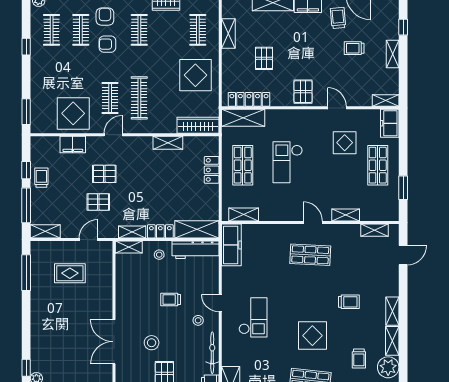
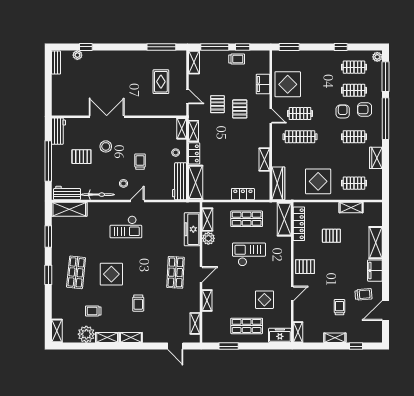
armchair: (105, 17) -> (365, 109), turned 180
plant: (267, 213) -> (208, 238), added
freezer: (231, 245) -> (192, 229), moved, turned 90

